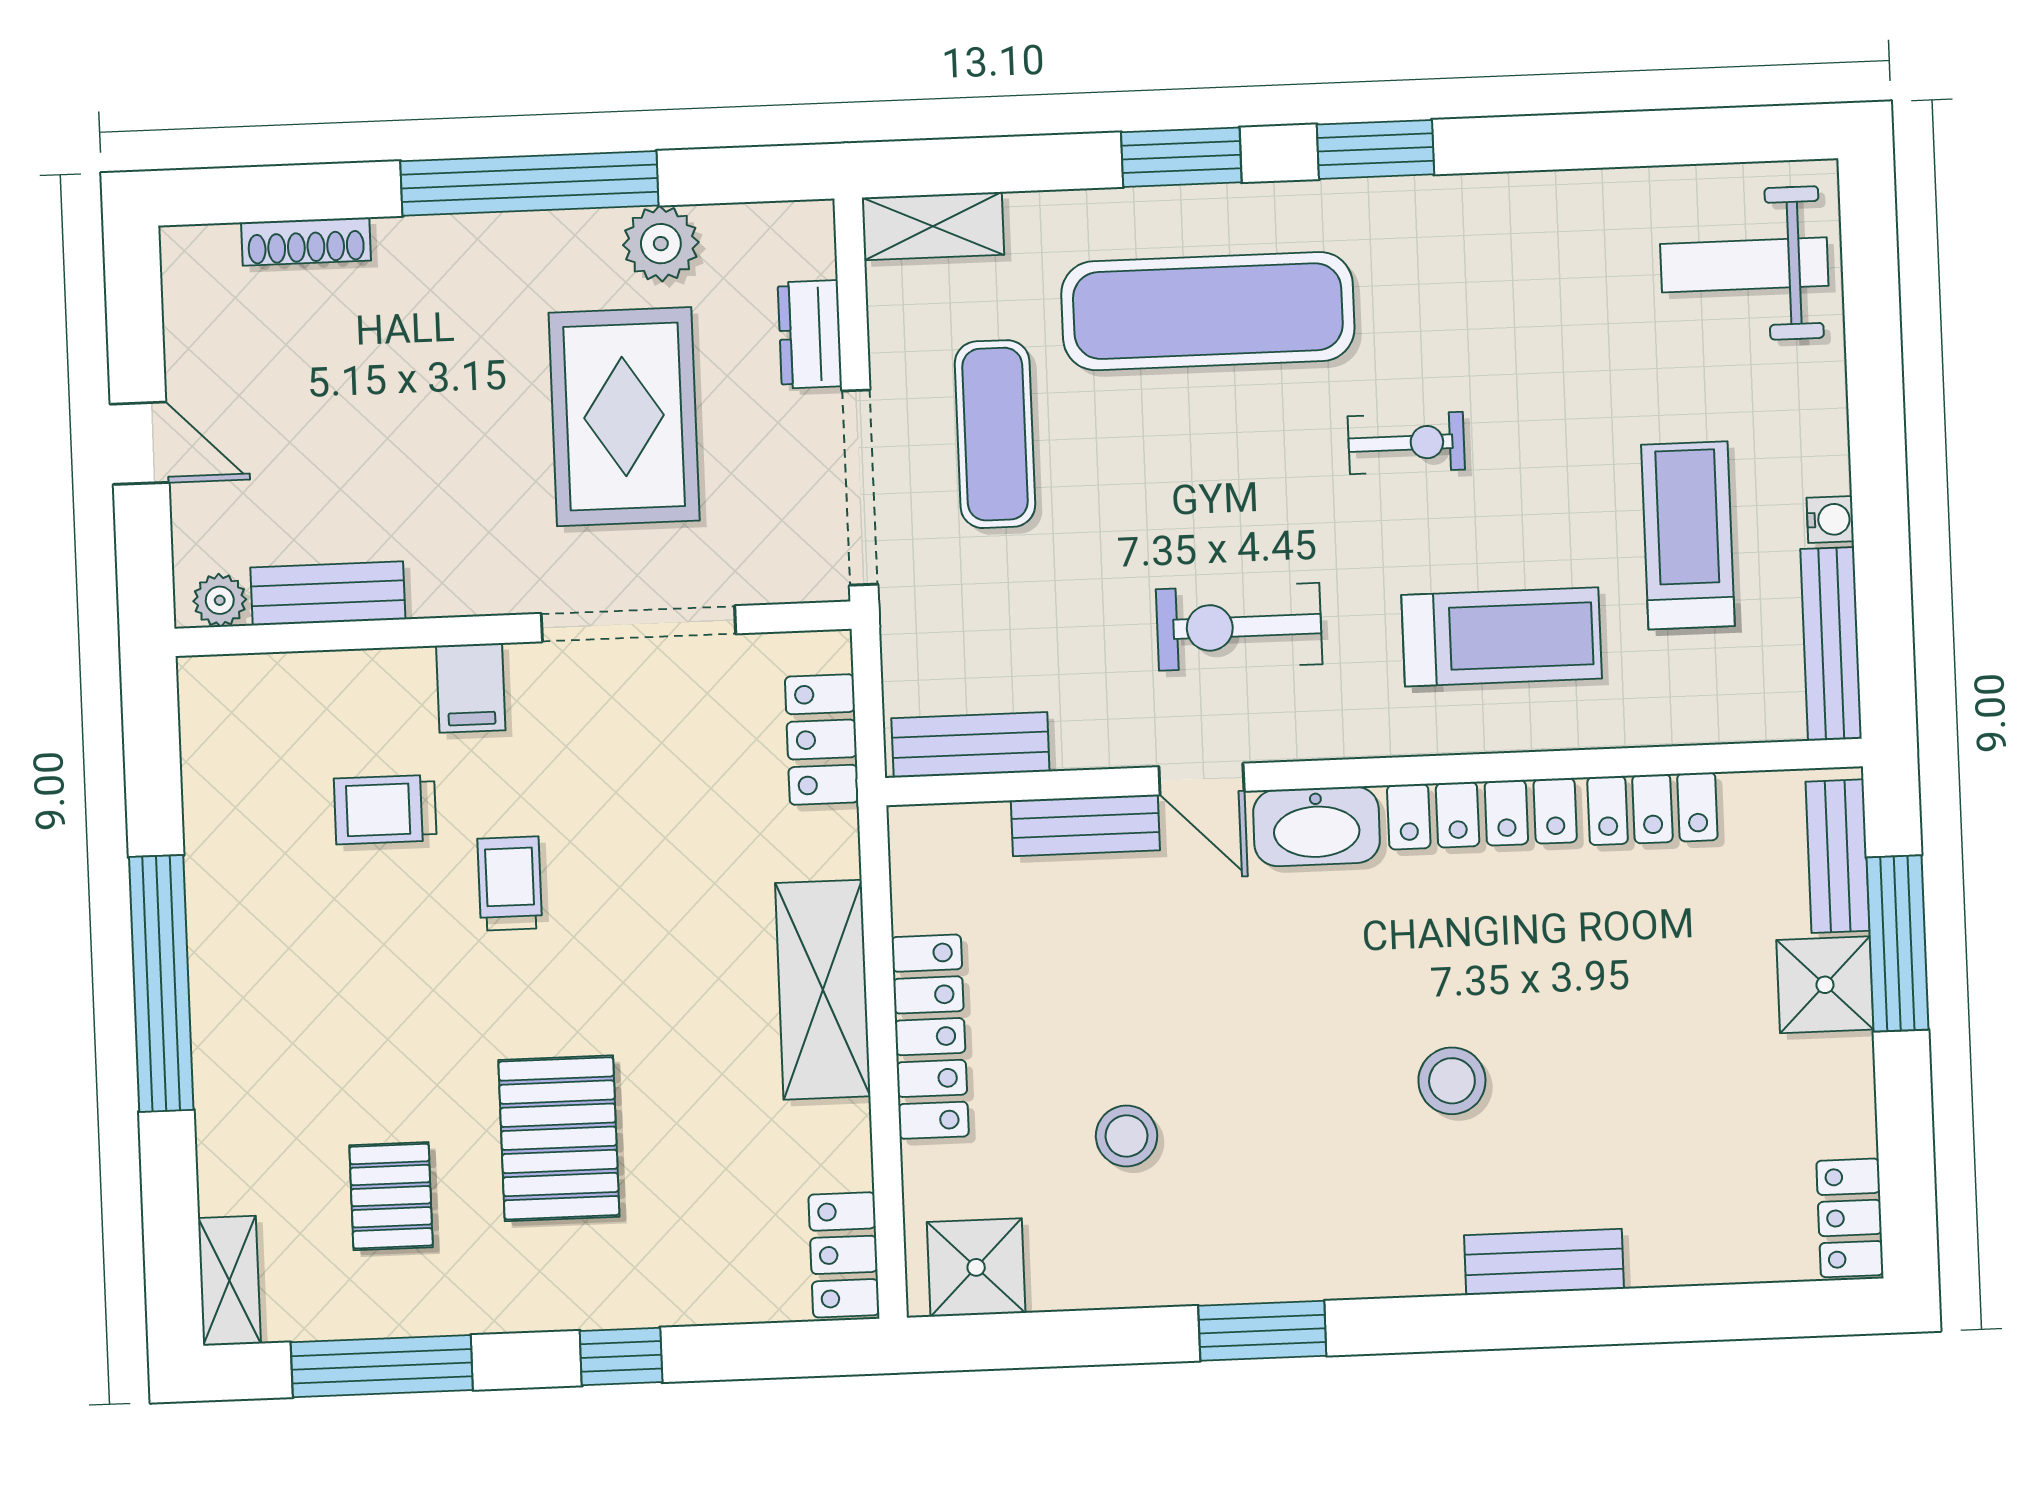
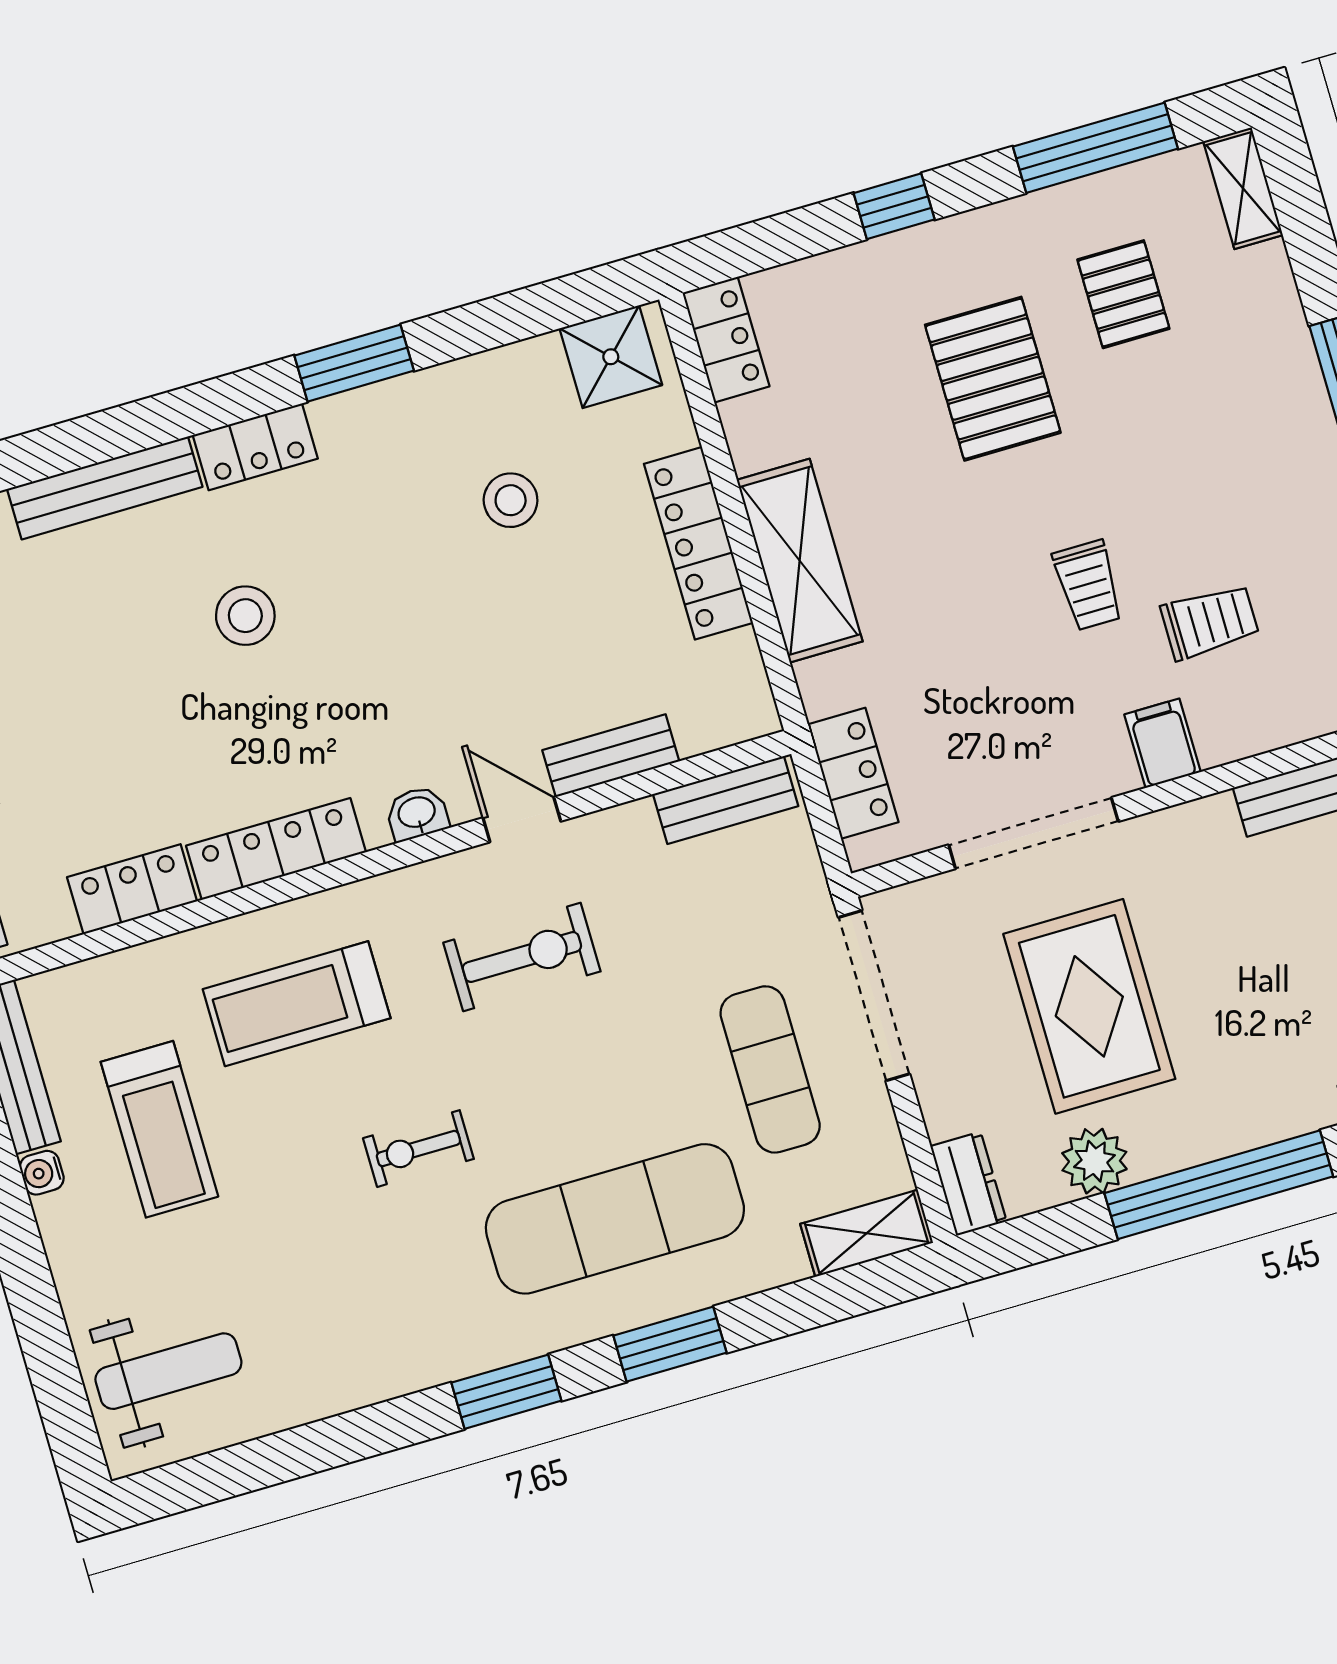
dresser: (810, 334) -> (968, 1184), moved
washbasin: (1316, 826) -> (417, 813), width x0.52, depth x0.69
bench: (1544, 1262) -> (105, 488), width x1.36
locker: (1395, 1265) -> (255, 447), added

